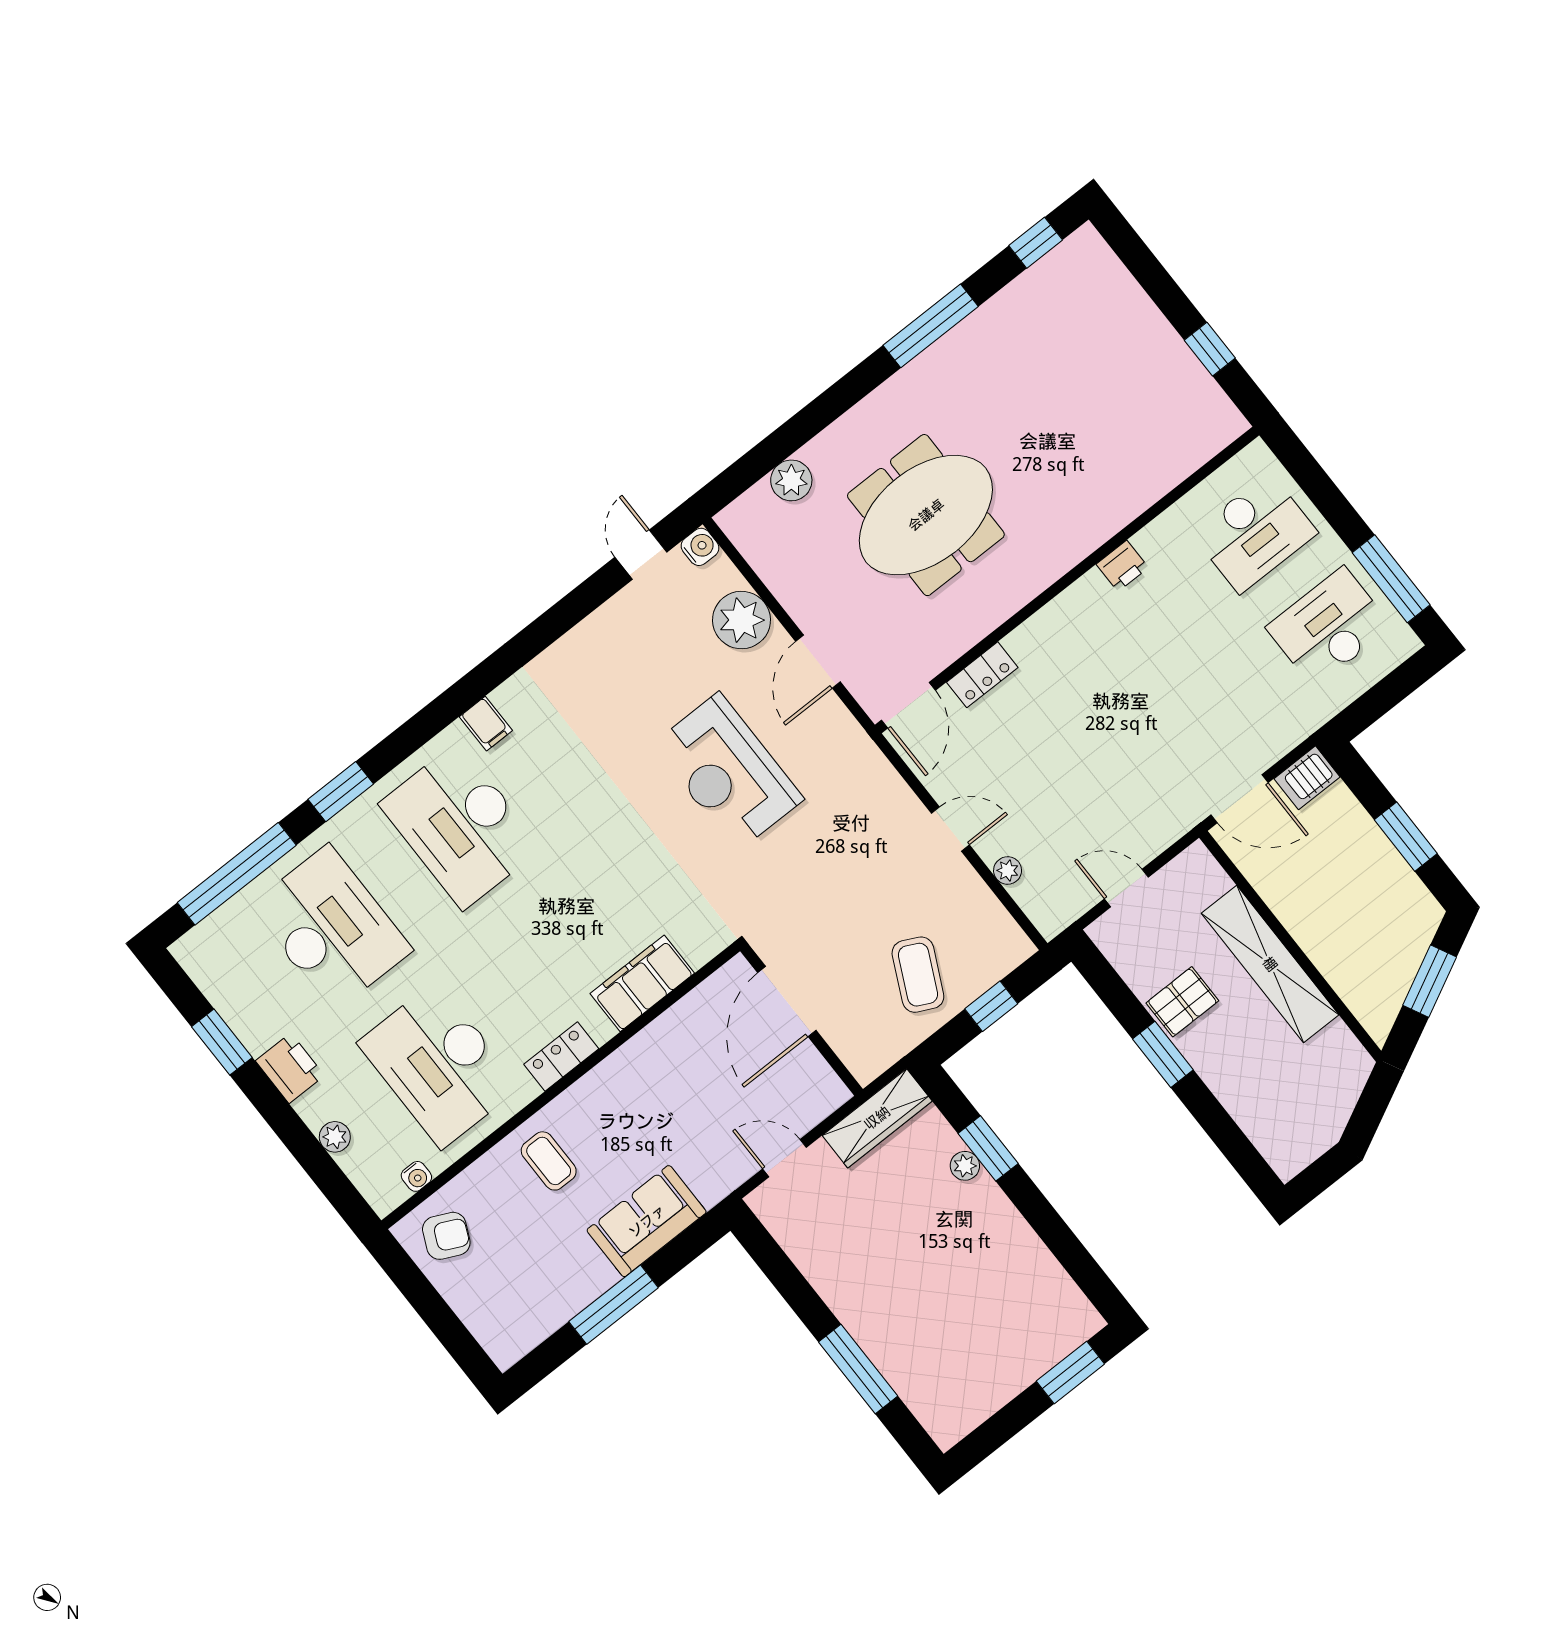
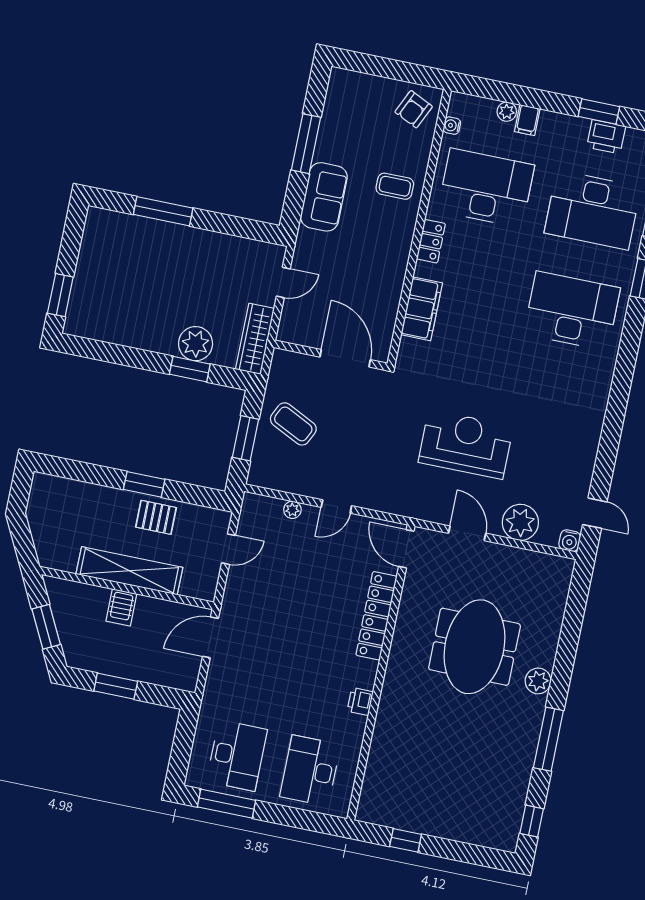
plant: (791, 480) -> (538, 681), moved
locker: (982, 675) -> (376, 616), width x2.16, depth x1.21
filing cabinet: (486, 724) -> (527, 120), moved, turned -90
server rack: (1307, 778) -> (121, 607), moved, turned 180
pallet: (1182, 1002) -> (156, 517), turned 90
window: (991, 1006) -> (246, 438), width x1.50
printer: (290, 1068) -> (606, 137), moved
plant: (965, 1166) -> (196, 344), width x1.88, depth x1.88

